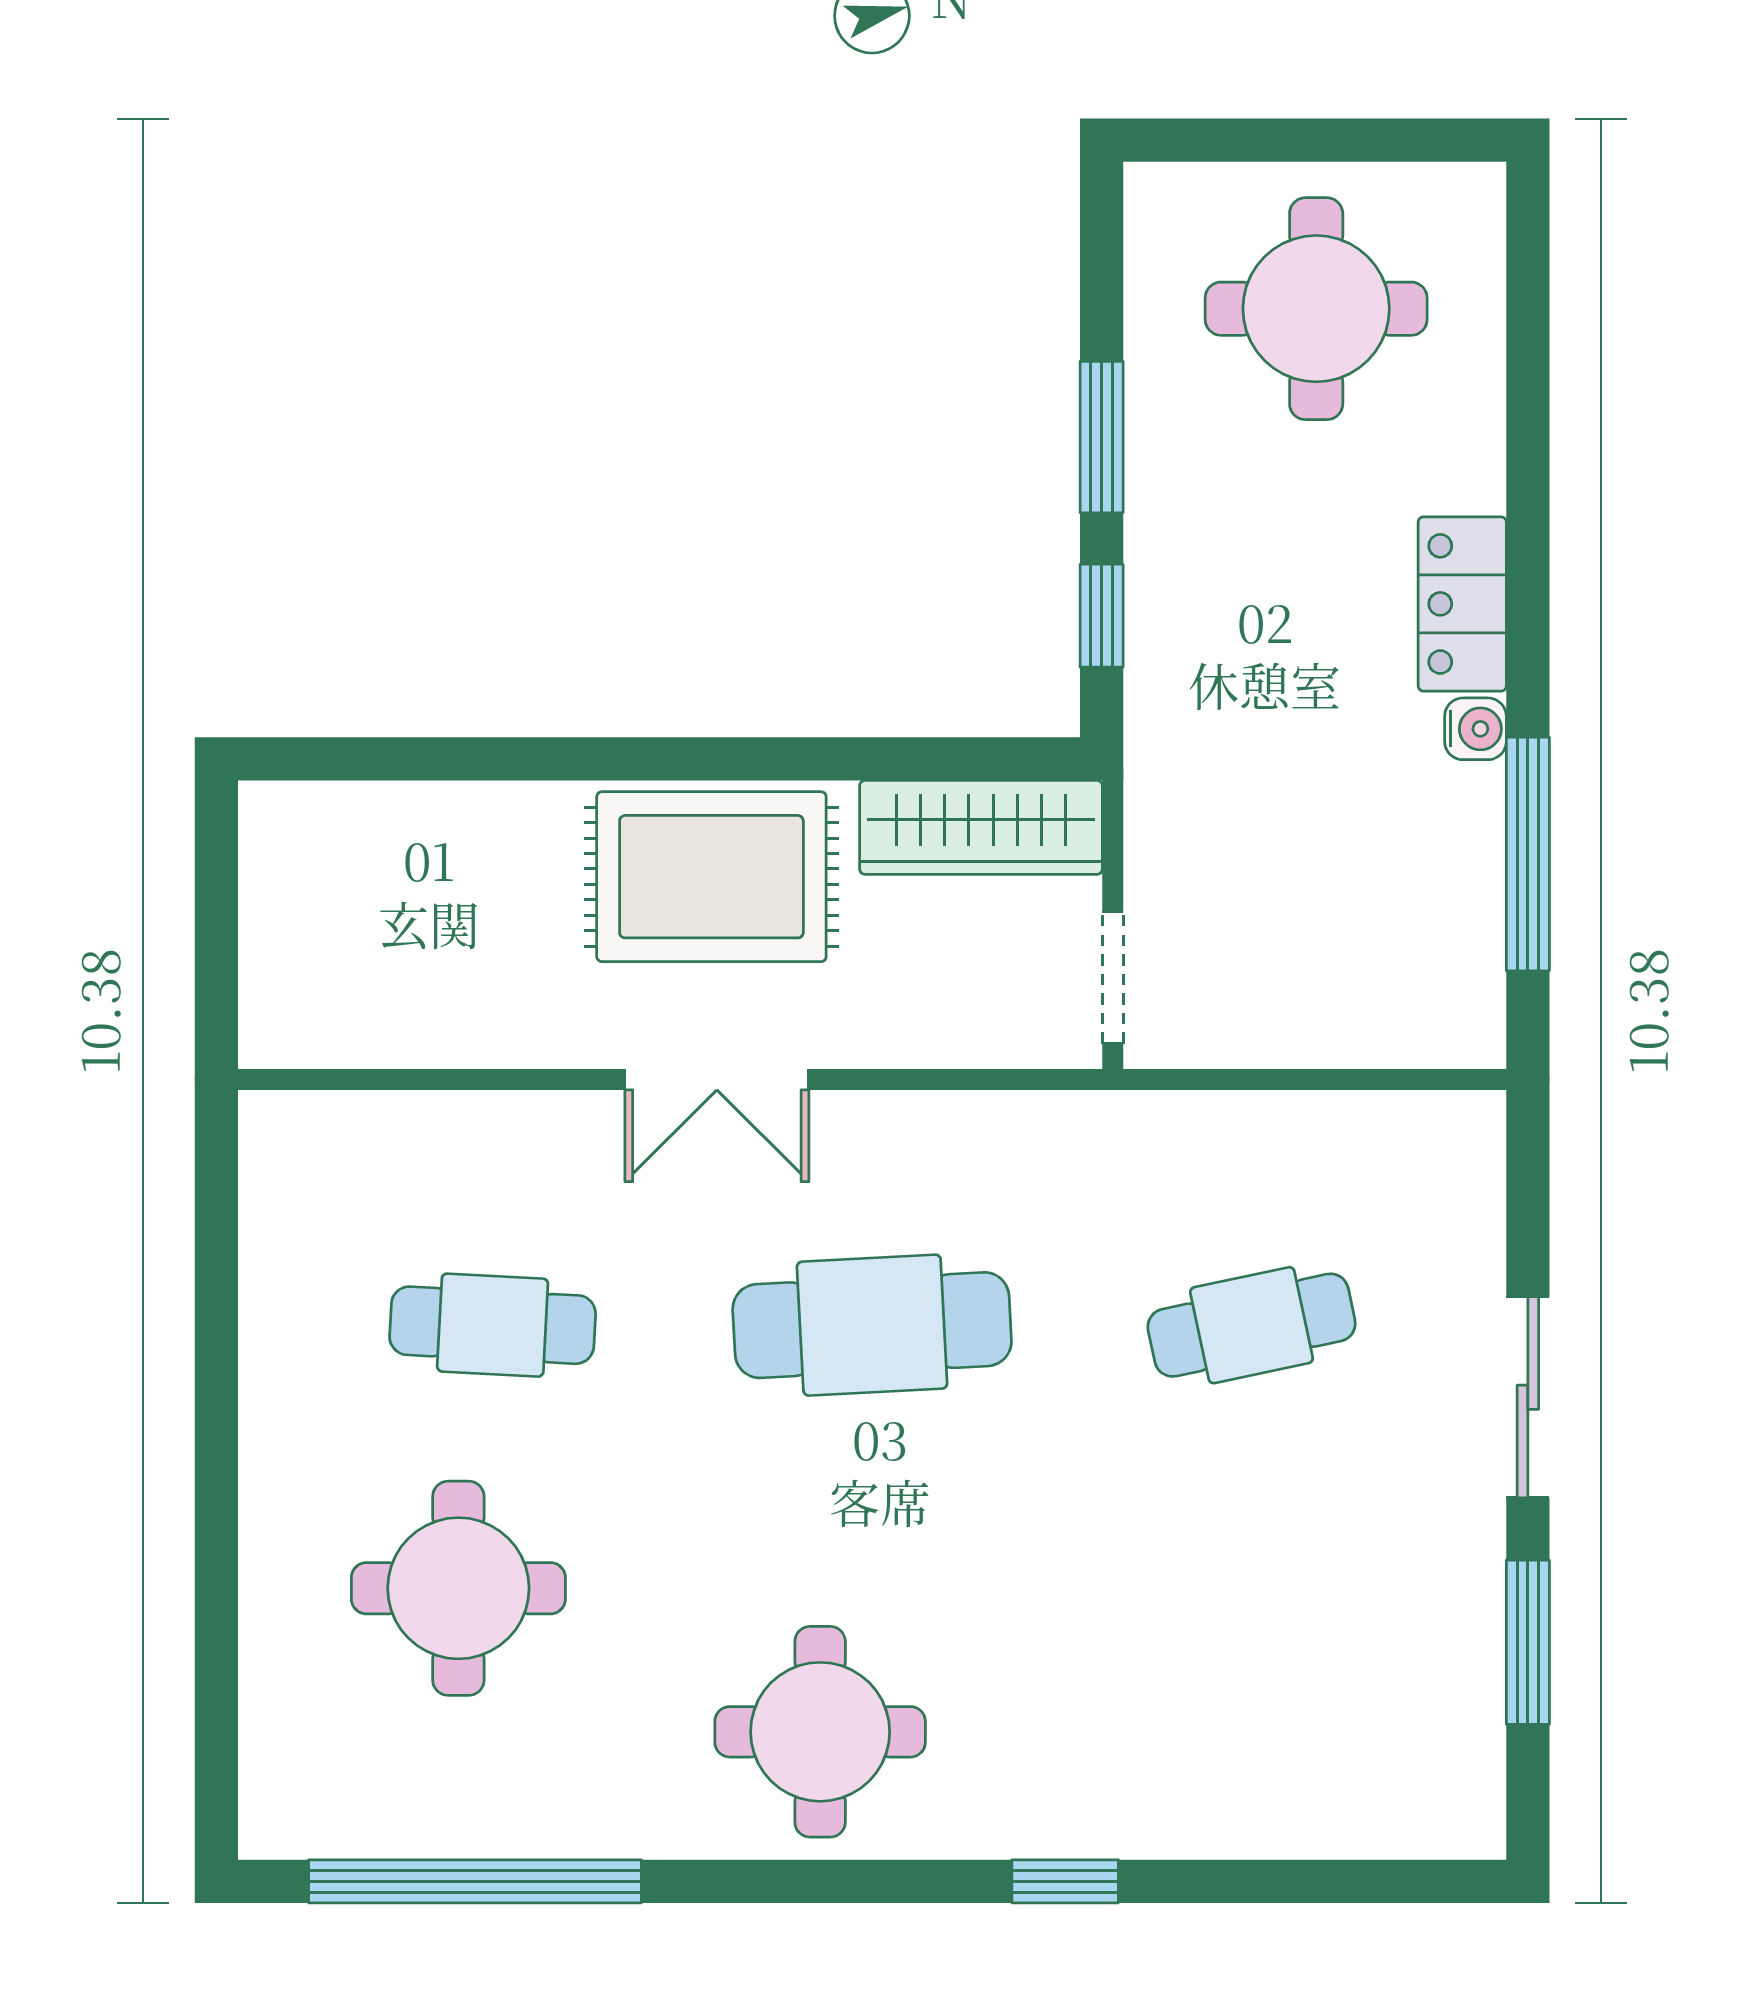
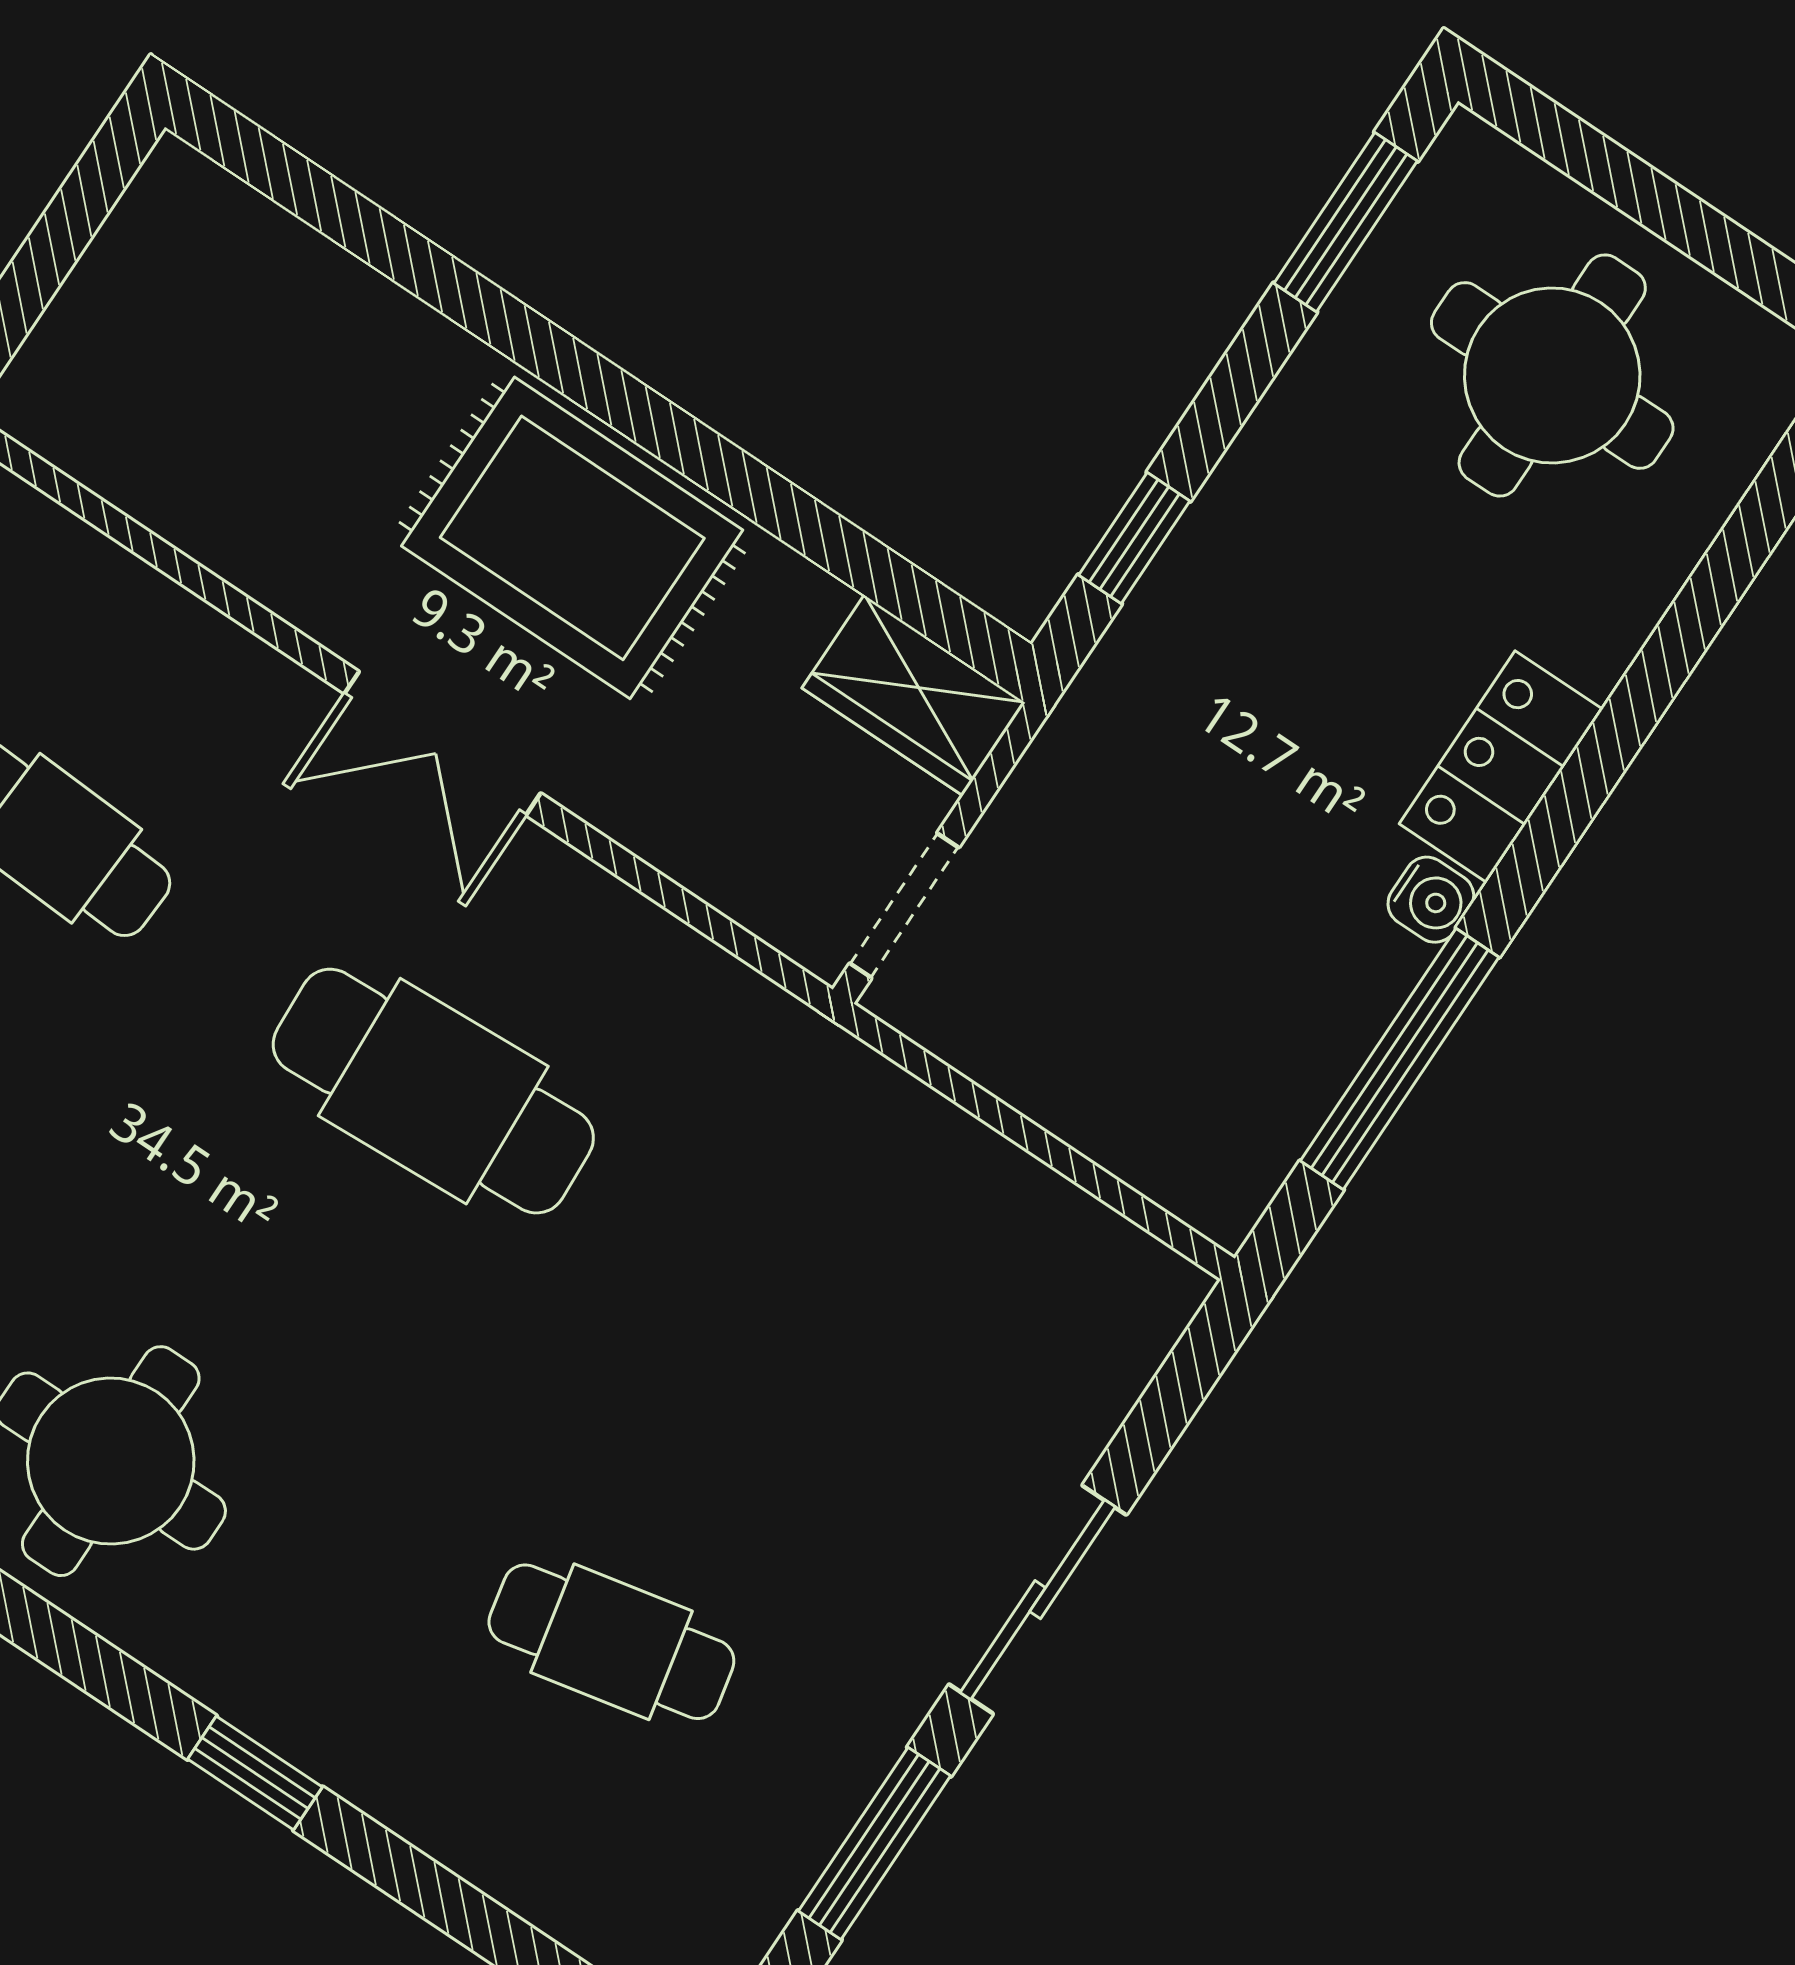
window: (1102, 437) -> (1346, 222), moved
wardrobe: (981, 827) -> (914, 695), width x0.67
cafe table: (1252, 1325) -> (611, 1642), moved

